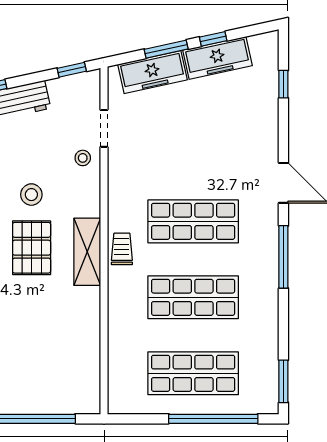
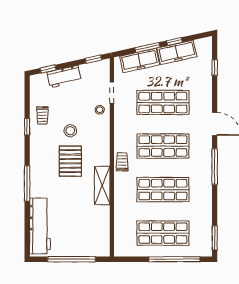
shop shelf: (193, 145) -> (163, 103), added
shelving: (87, 252) -> (102, 185), moved

